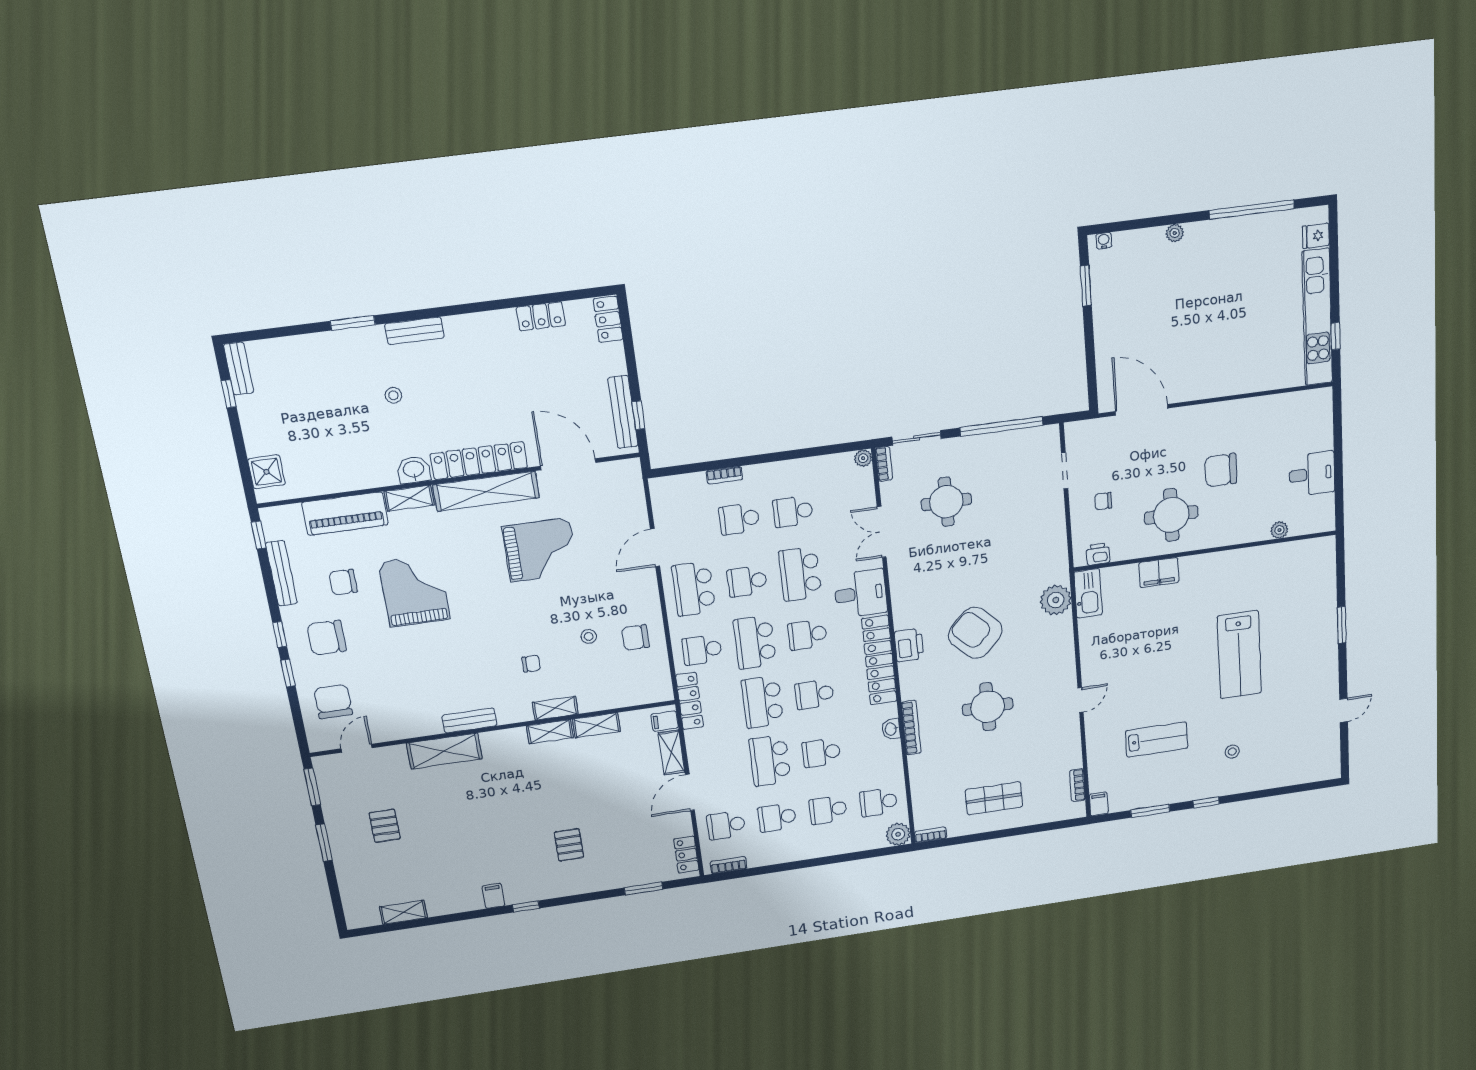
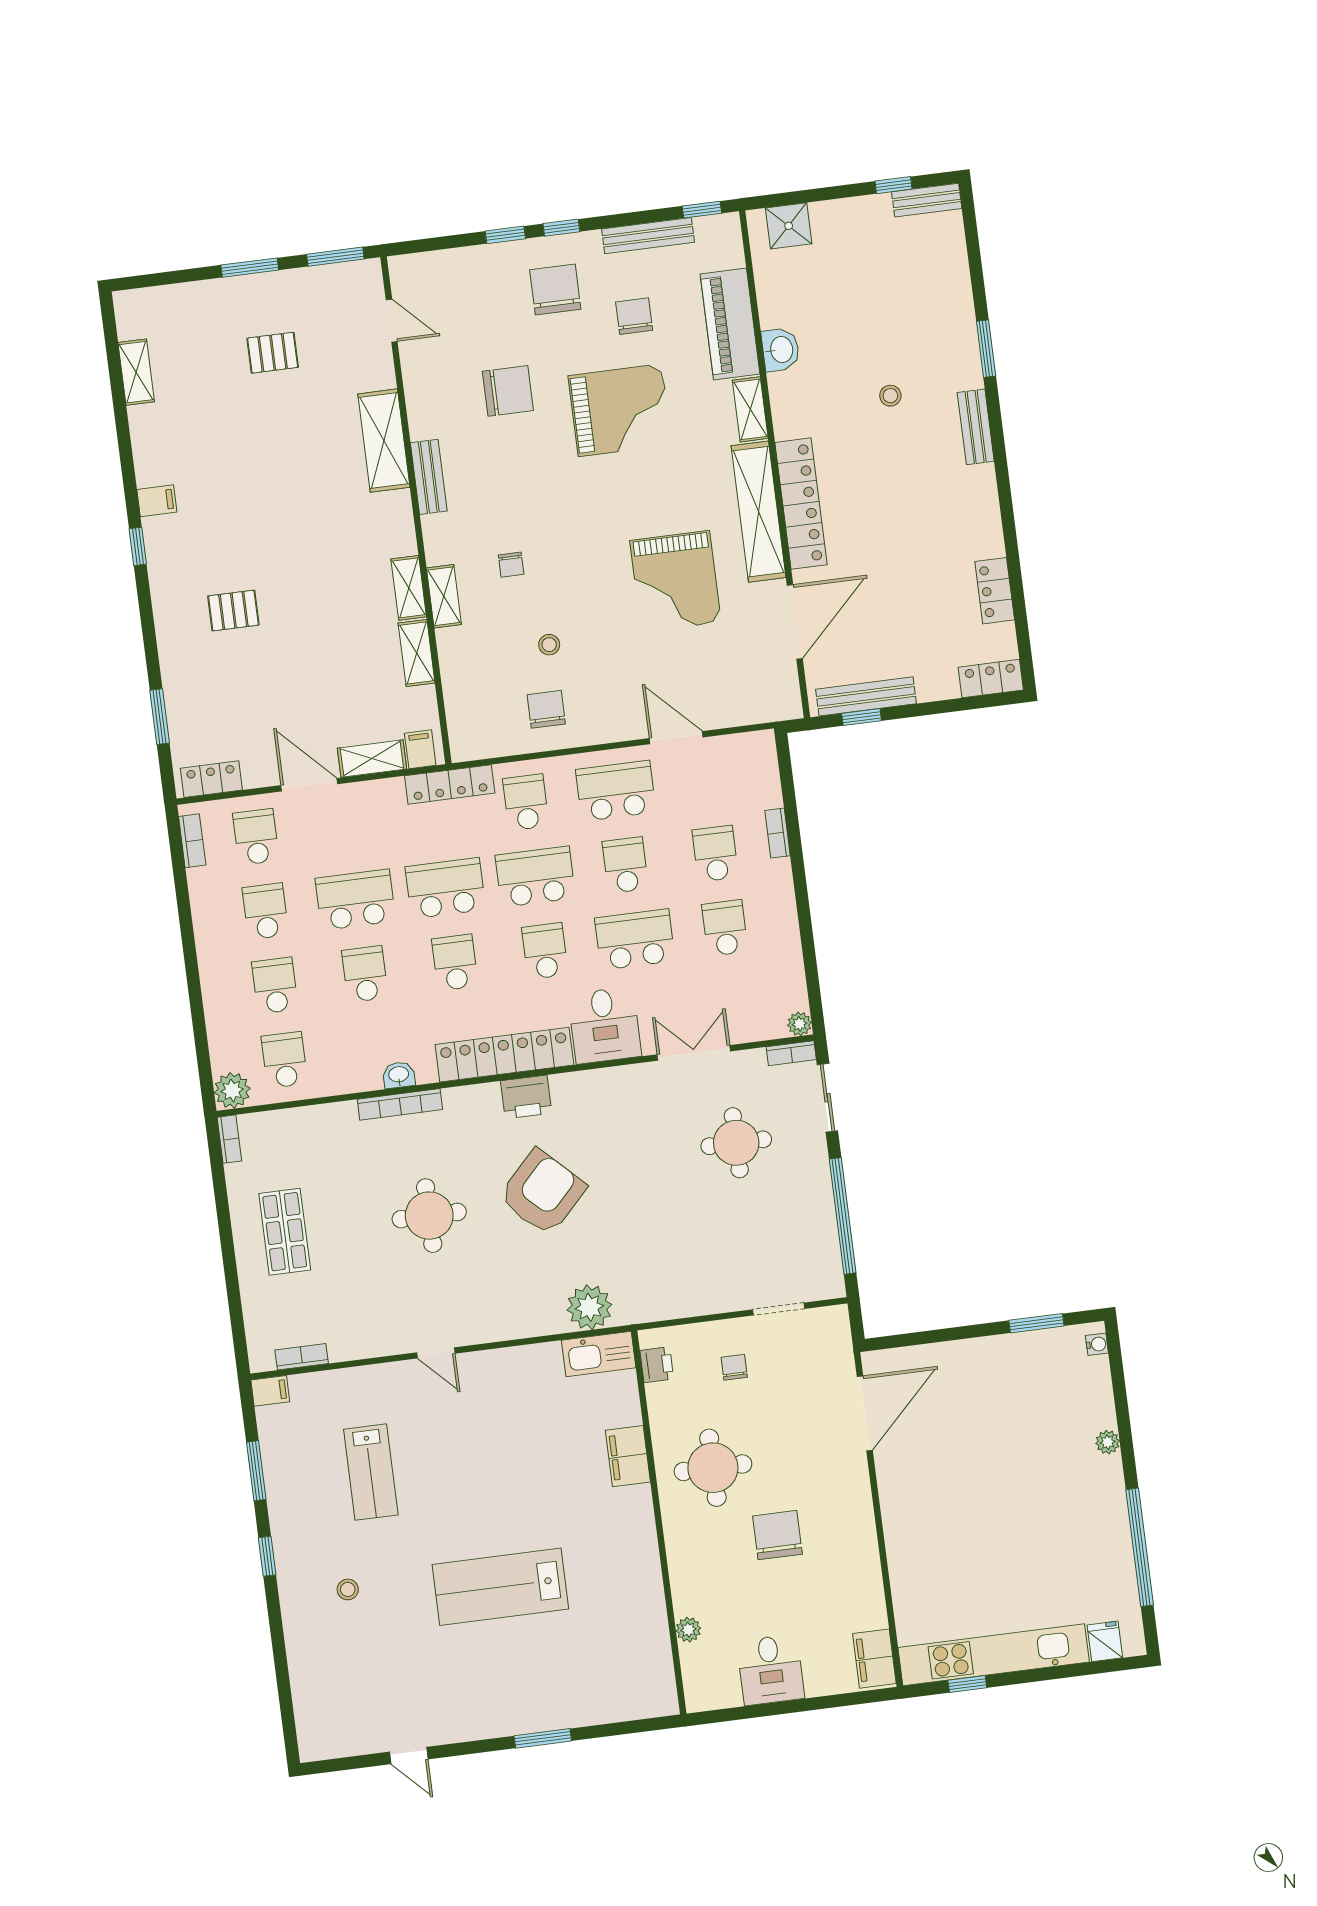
filing cabinet: (1311, 402) -> (874, 1659), added
washbasin: (414, 470) -> (781, 350), moved
chair: (333, 702) -> (508, 391), moved

